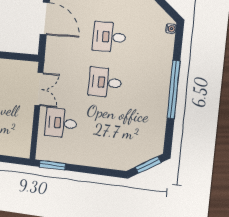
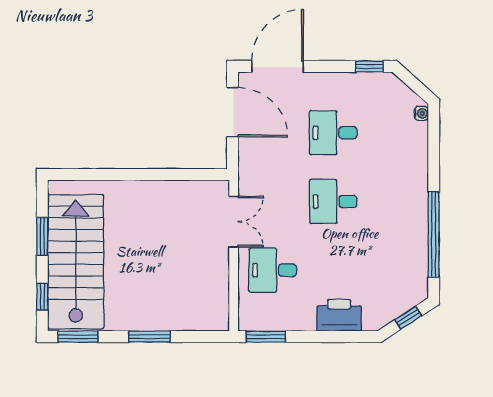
window: (173, 89) -> (434, 234), moved
printer: (102, 157) -> (339, 315), added
window: (148, 165) -> (408, 318), width x0.67

